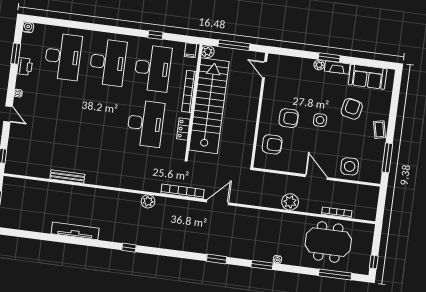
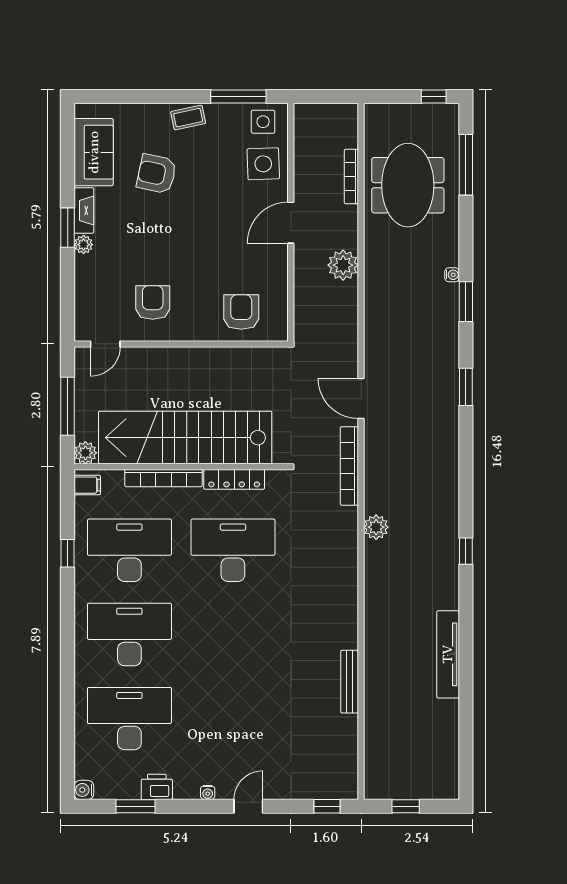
armchair: (289, 118) -> (153, 302), moved
side table: (320, 120) -> (263, 122), moved
locker: (183, 129) -> (234, 479), width x1.53

